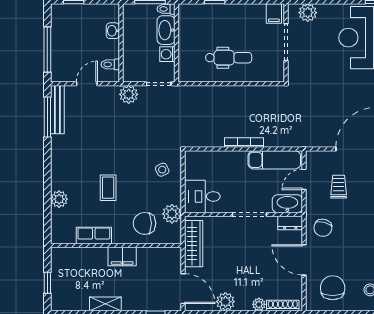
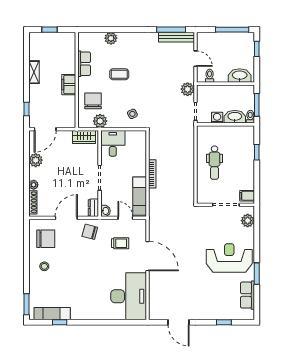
washbasin: (113, 31) -> (240, 76), width x1.91, depth x1.45
window: (47, 49) -> (232, 30), moved
washbasin: (287, 204) -> (105, 211), width x0.52, depth x0.69
wardrobe: (194, 244) -> (84, 137), width x0.67

